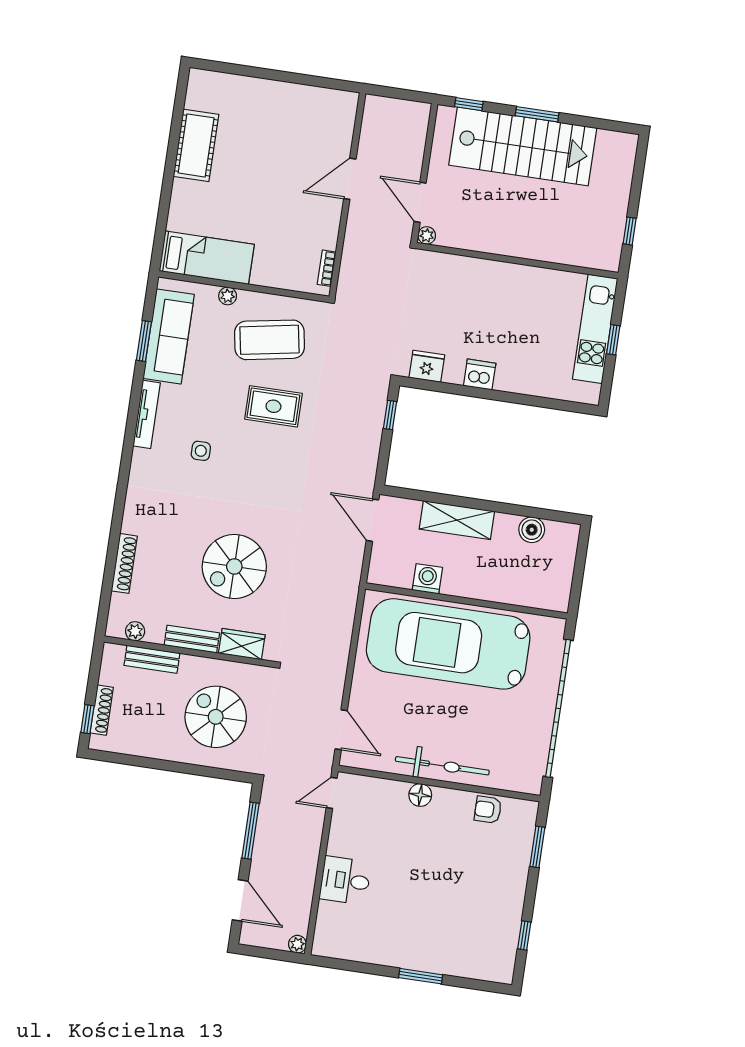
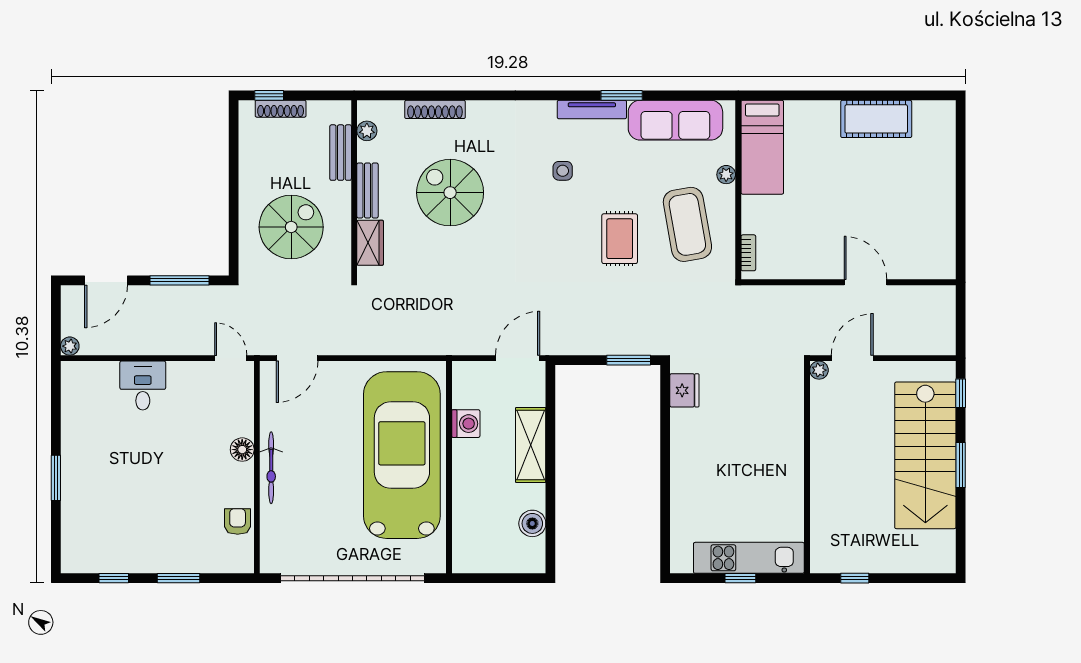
bookcase: (327, 268) -> (748, 253), moved, turned 90
window: (144, 341) -> (622, 95), moved
dishwasher: (480, 375) -> (684, 446), removed
window: (390, 415) -> (629, 360), width x1.50
spiral stairs: (234, 566) -> (450, 193), moved
bicycle: (442, 766) -> (271, 468), width x0.73, depth x0.71
window: (537, 847) -> (179, 578), moved

